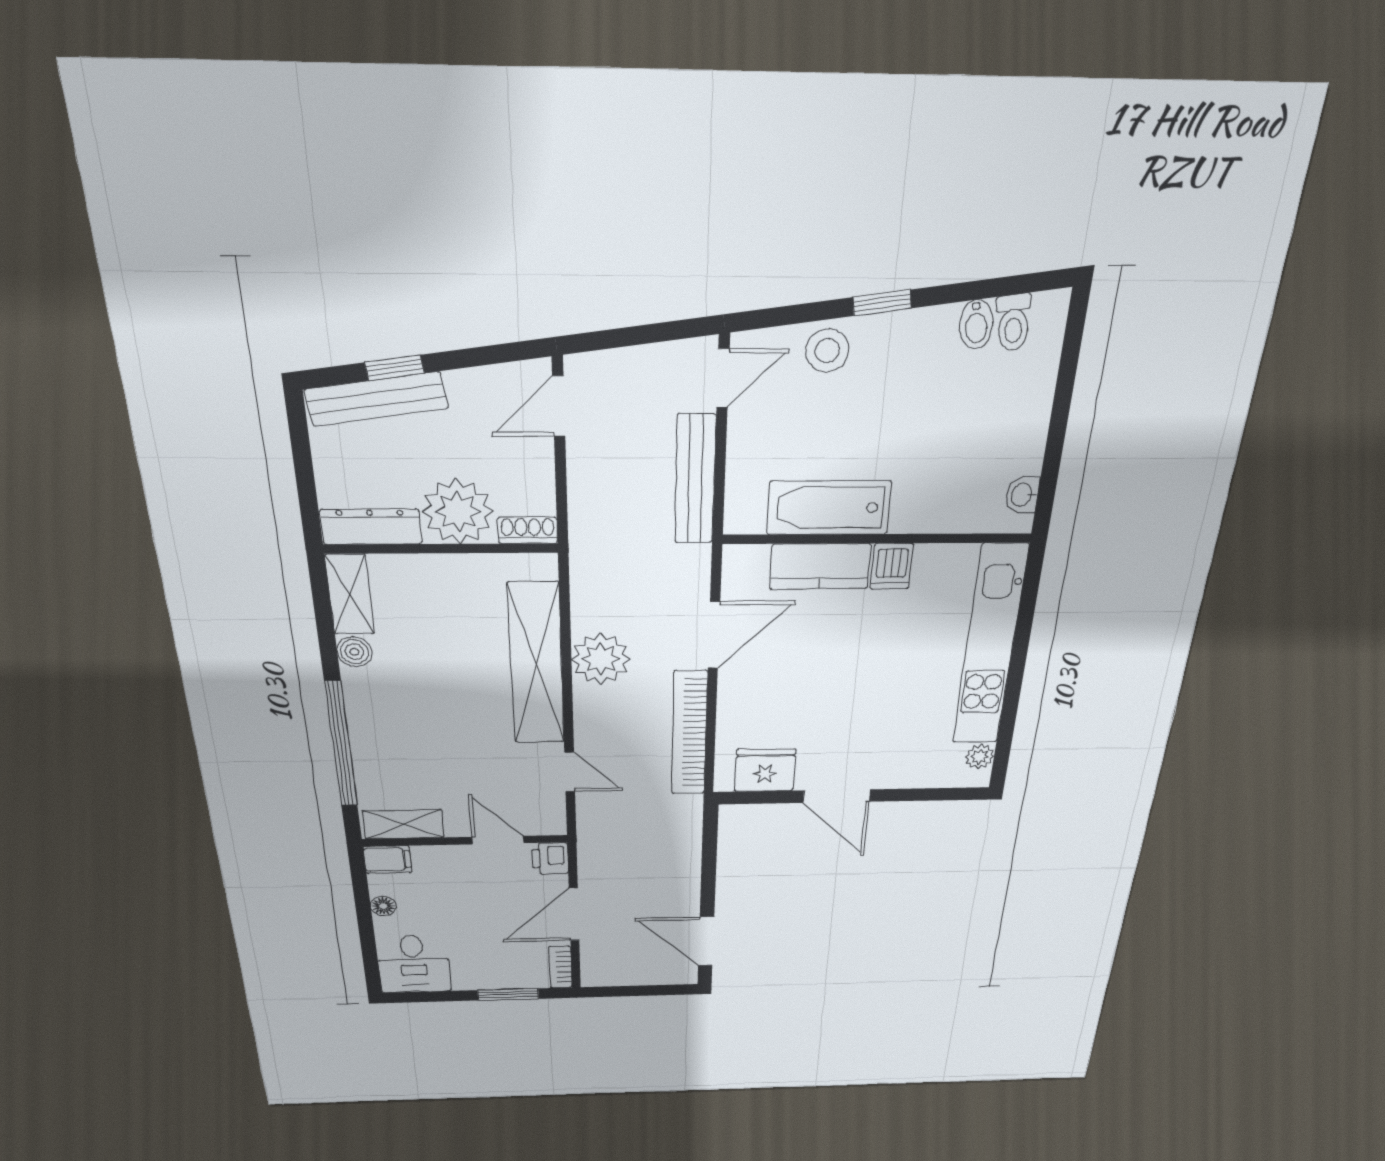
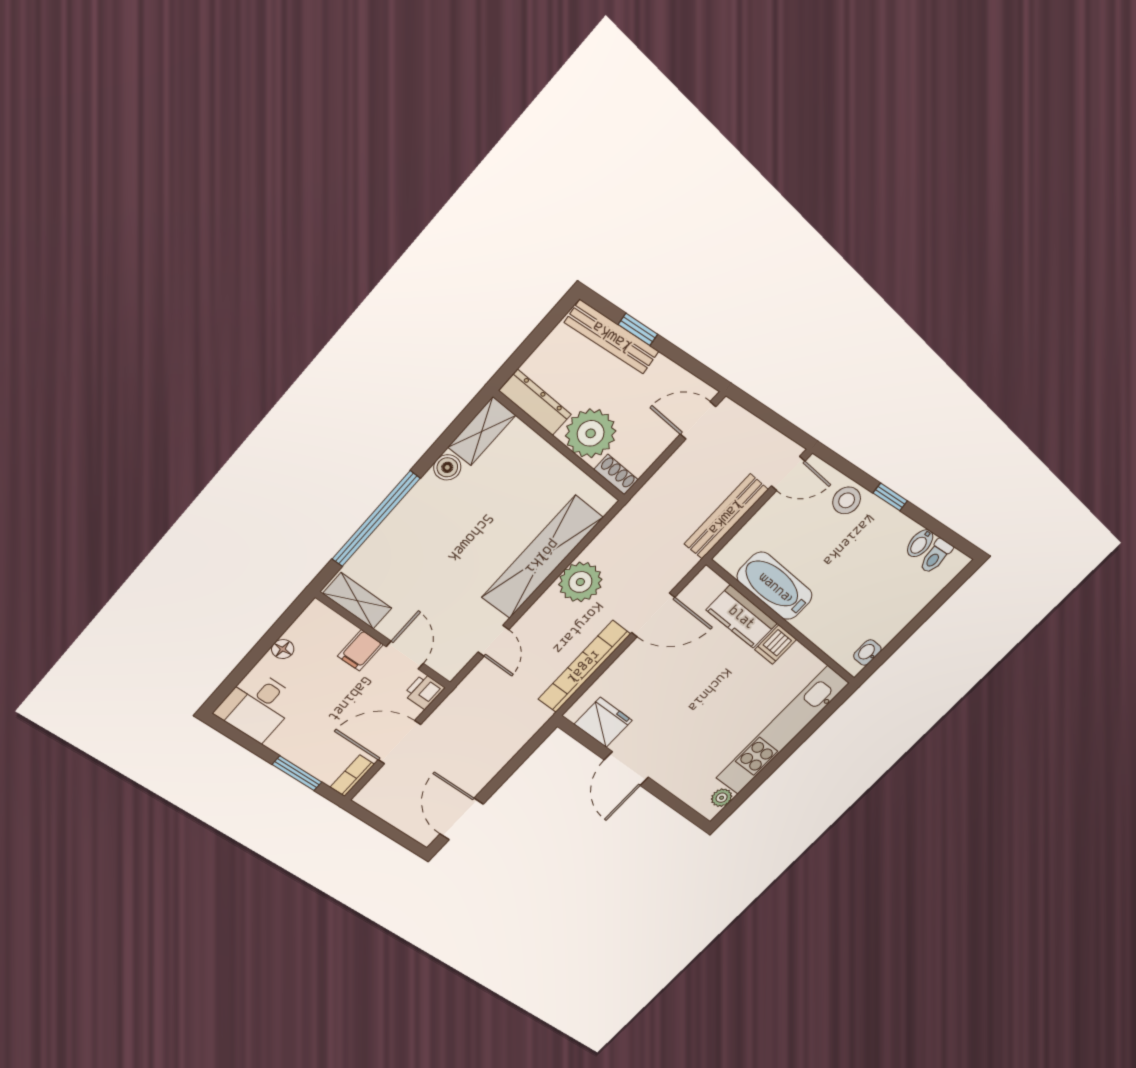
filing cabinet: (387, 860) -> (360, 650), moved, turned 90

